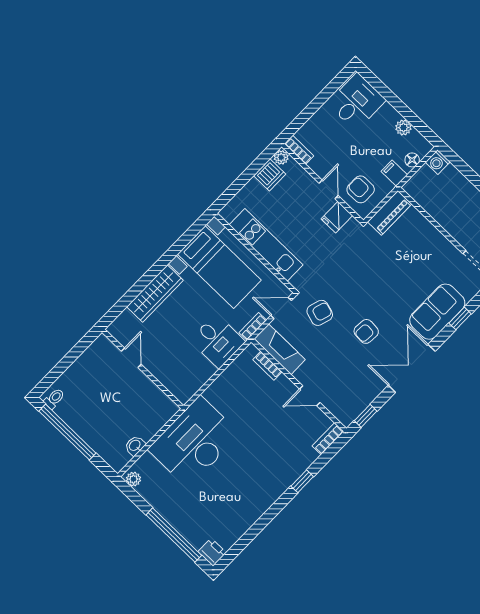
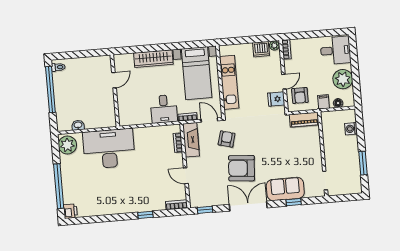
plant: (403, 128) -> (343, 79), width x1.88, depth x1.88
washing machine: (438, 162) -> (351, 129), moved
armchair: (361, 189) -> (300, 95), turned 180
armchair: (320, 313) -> (227, 139), turned -92
armchair: (366, 331) -> (242, 168), width x1.88, depth x1.88
plant: (133, 479) -> (67, 145), width x1.87, depth x1.87

